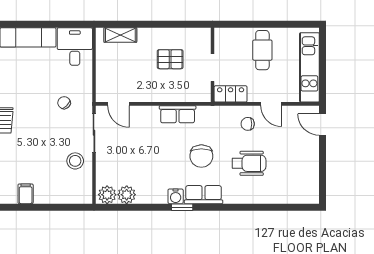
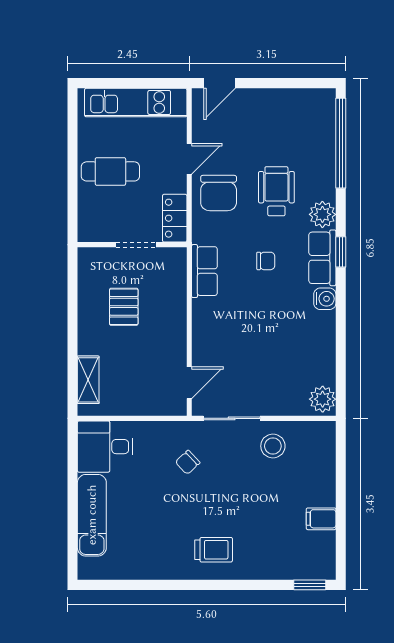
row of seats: (178, 114) -> (204, 271), moved
chair: (248, 124) -> (219, 193), width x1.87, depth x1.87
chair: (201, 156) -> (266, 261), width x0.54, depth x0.54
plant: (127, 195) -> (322, 214), moved
window: (182, 207) -> (341, 252), moved
window: (282, 207) -> (341, 143), added

